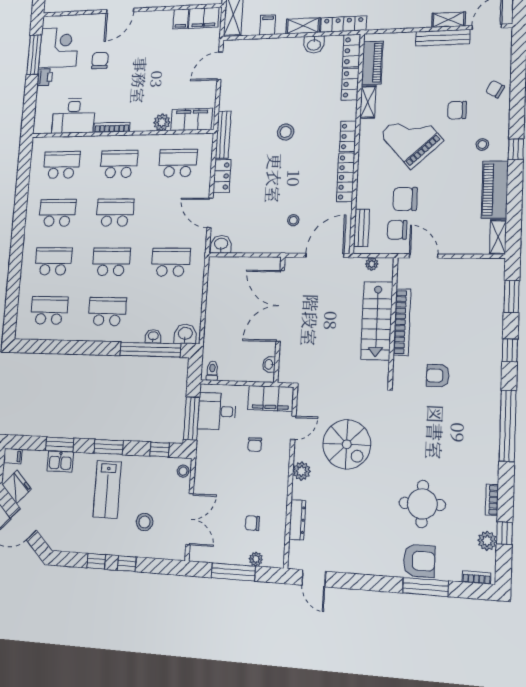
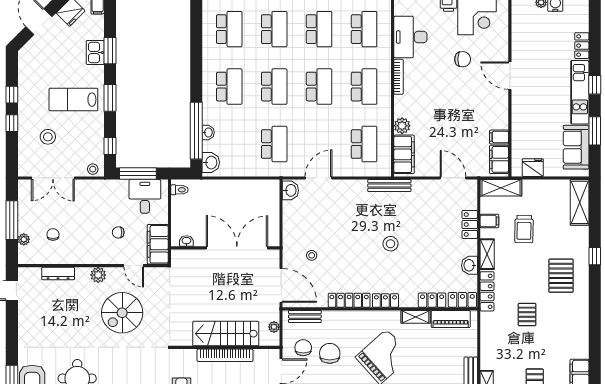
locker: (222, 176) -> (470, 224), moved, turned 90

